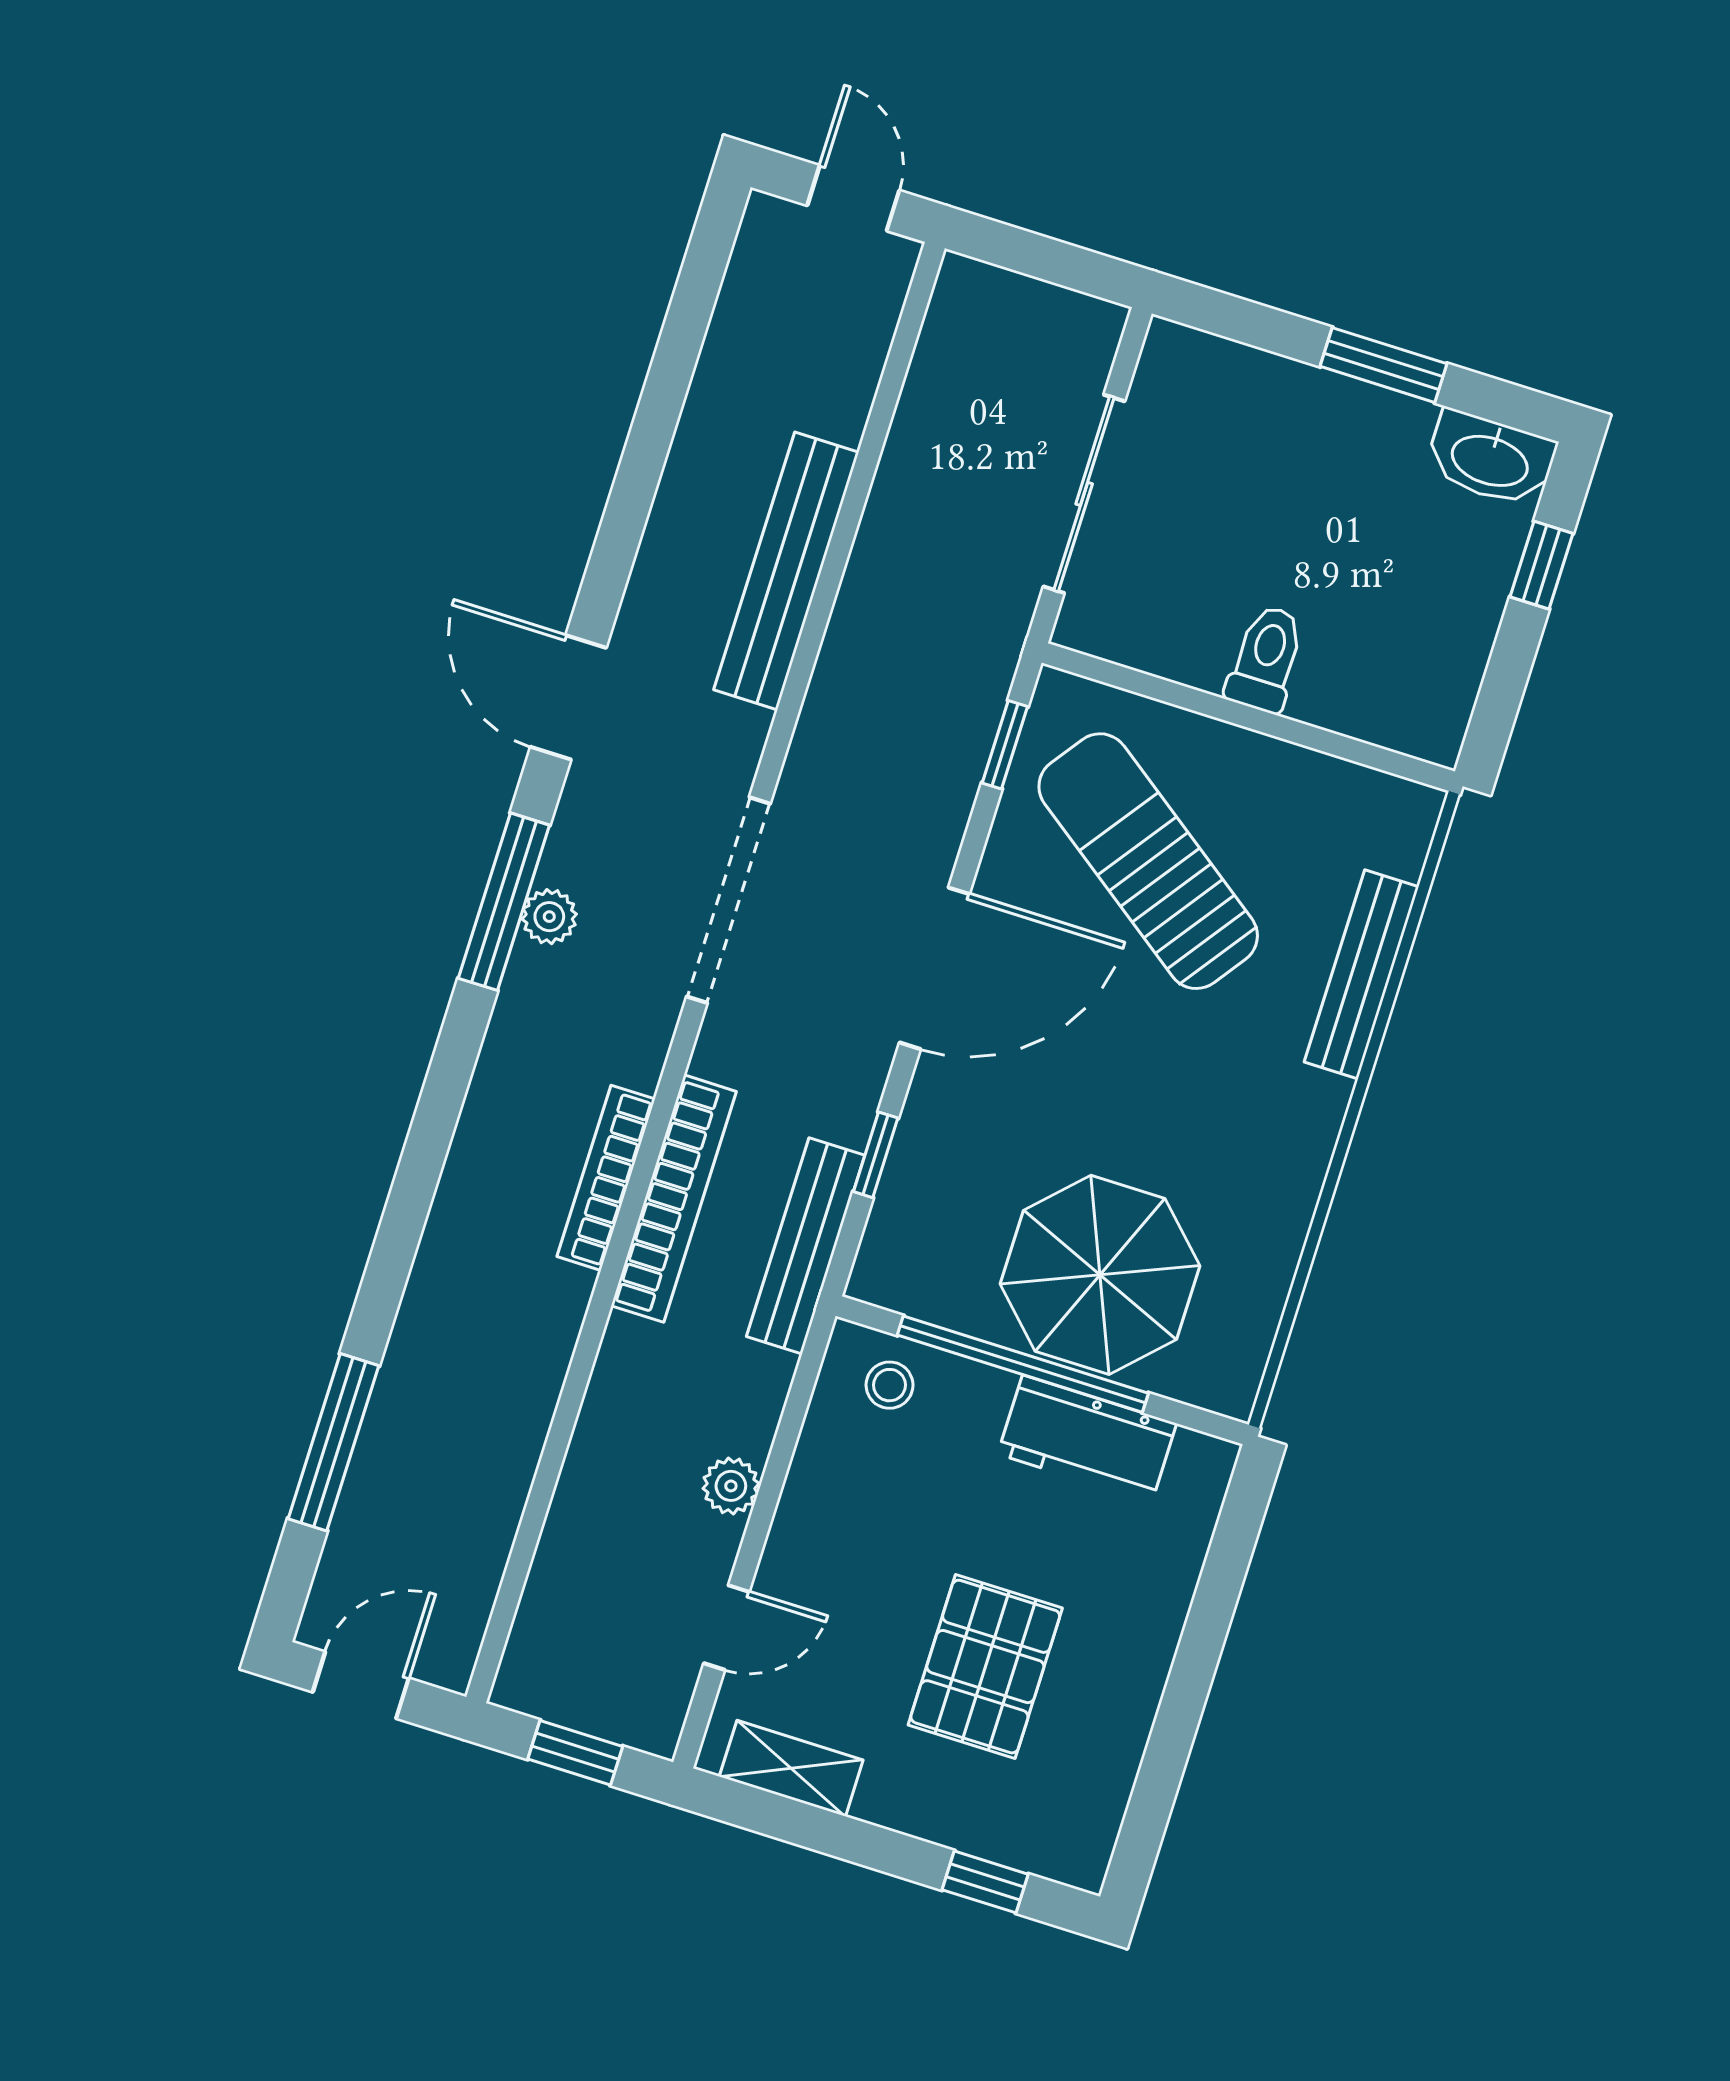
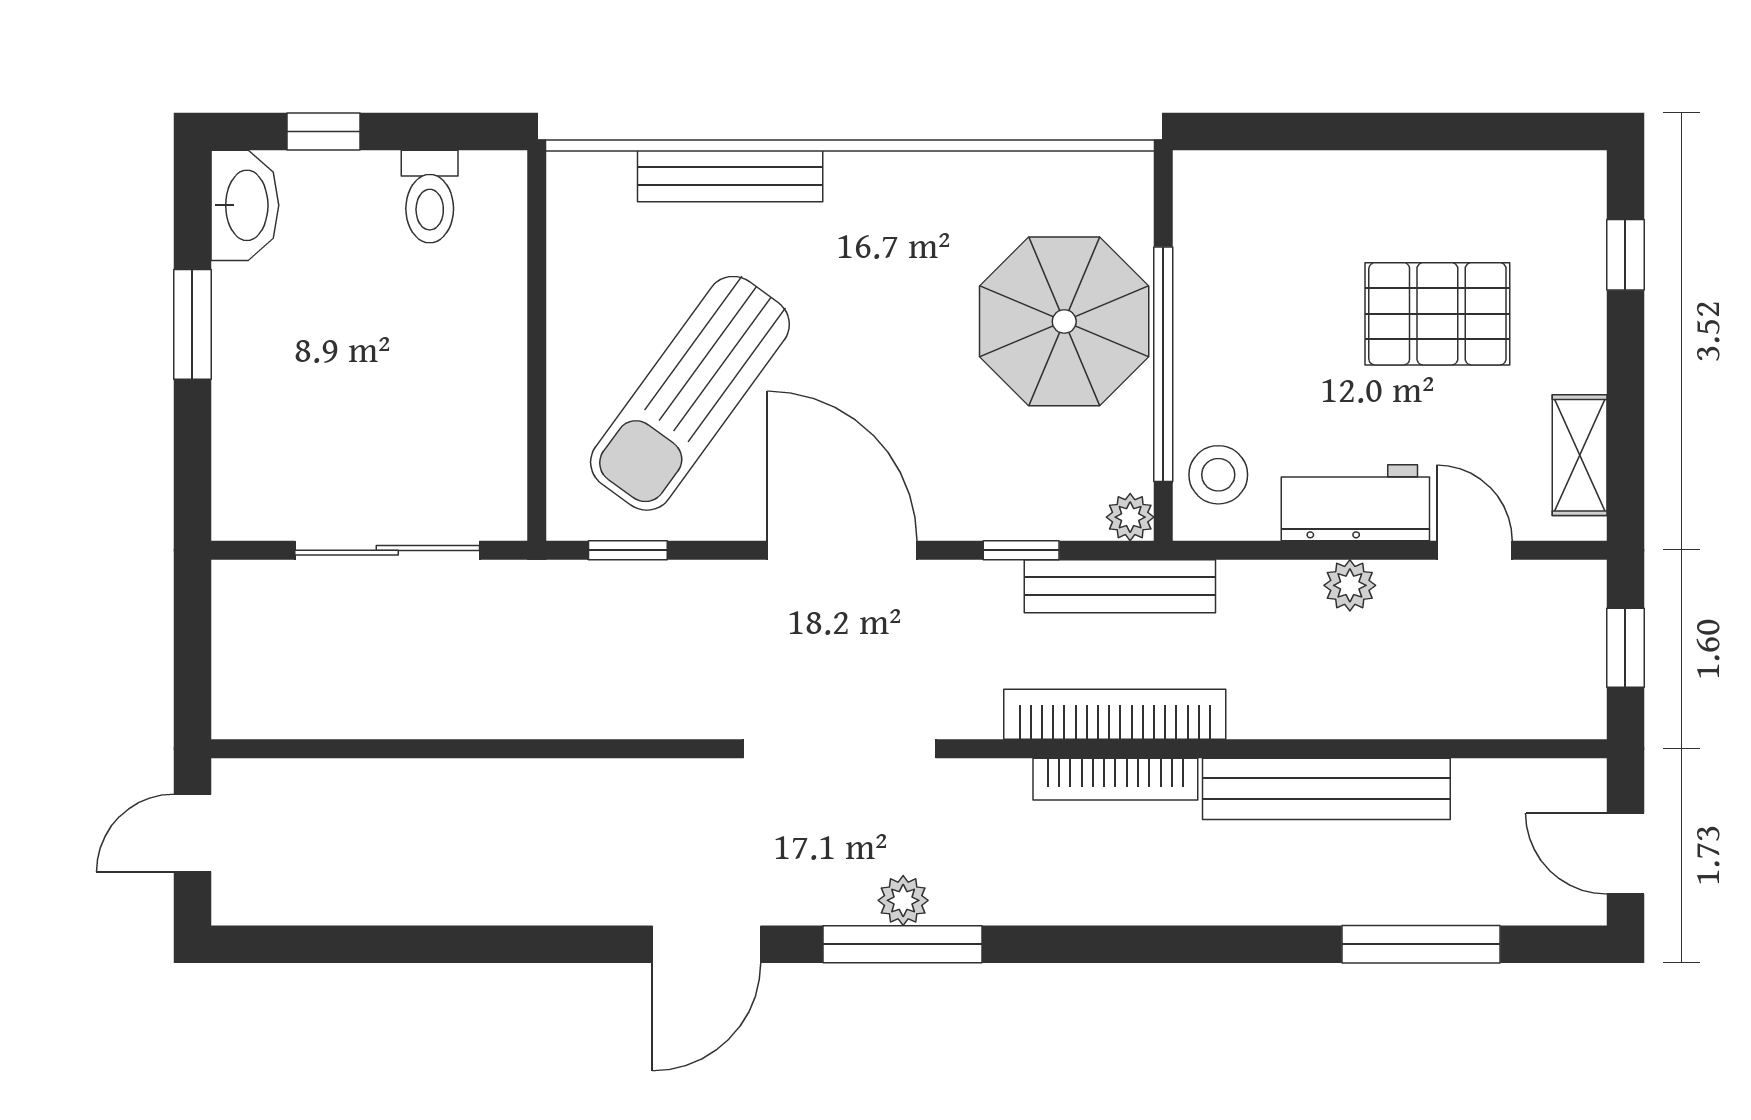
bench: (786, 571) -> (1326, 789), moved
toilet: (1266, 659) -> (430, 197), moved, turned -90
plant: (874, 1279) -> (1130, 517), added
stool: (890, 1385) -> (1218, 475), width x1.37, depth x1.37
workbench: (1087, 1439) -> (1355, 503), moved, turned -90

